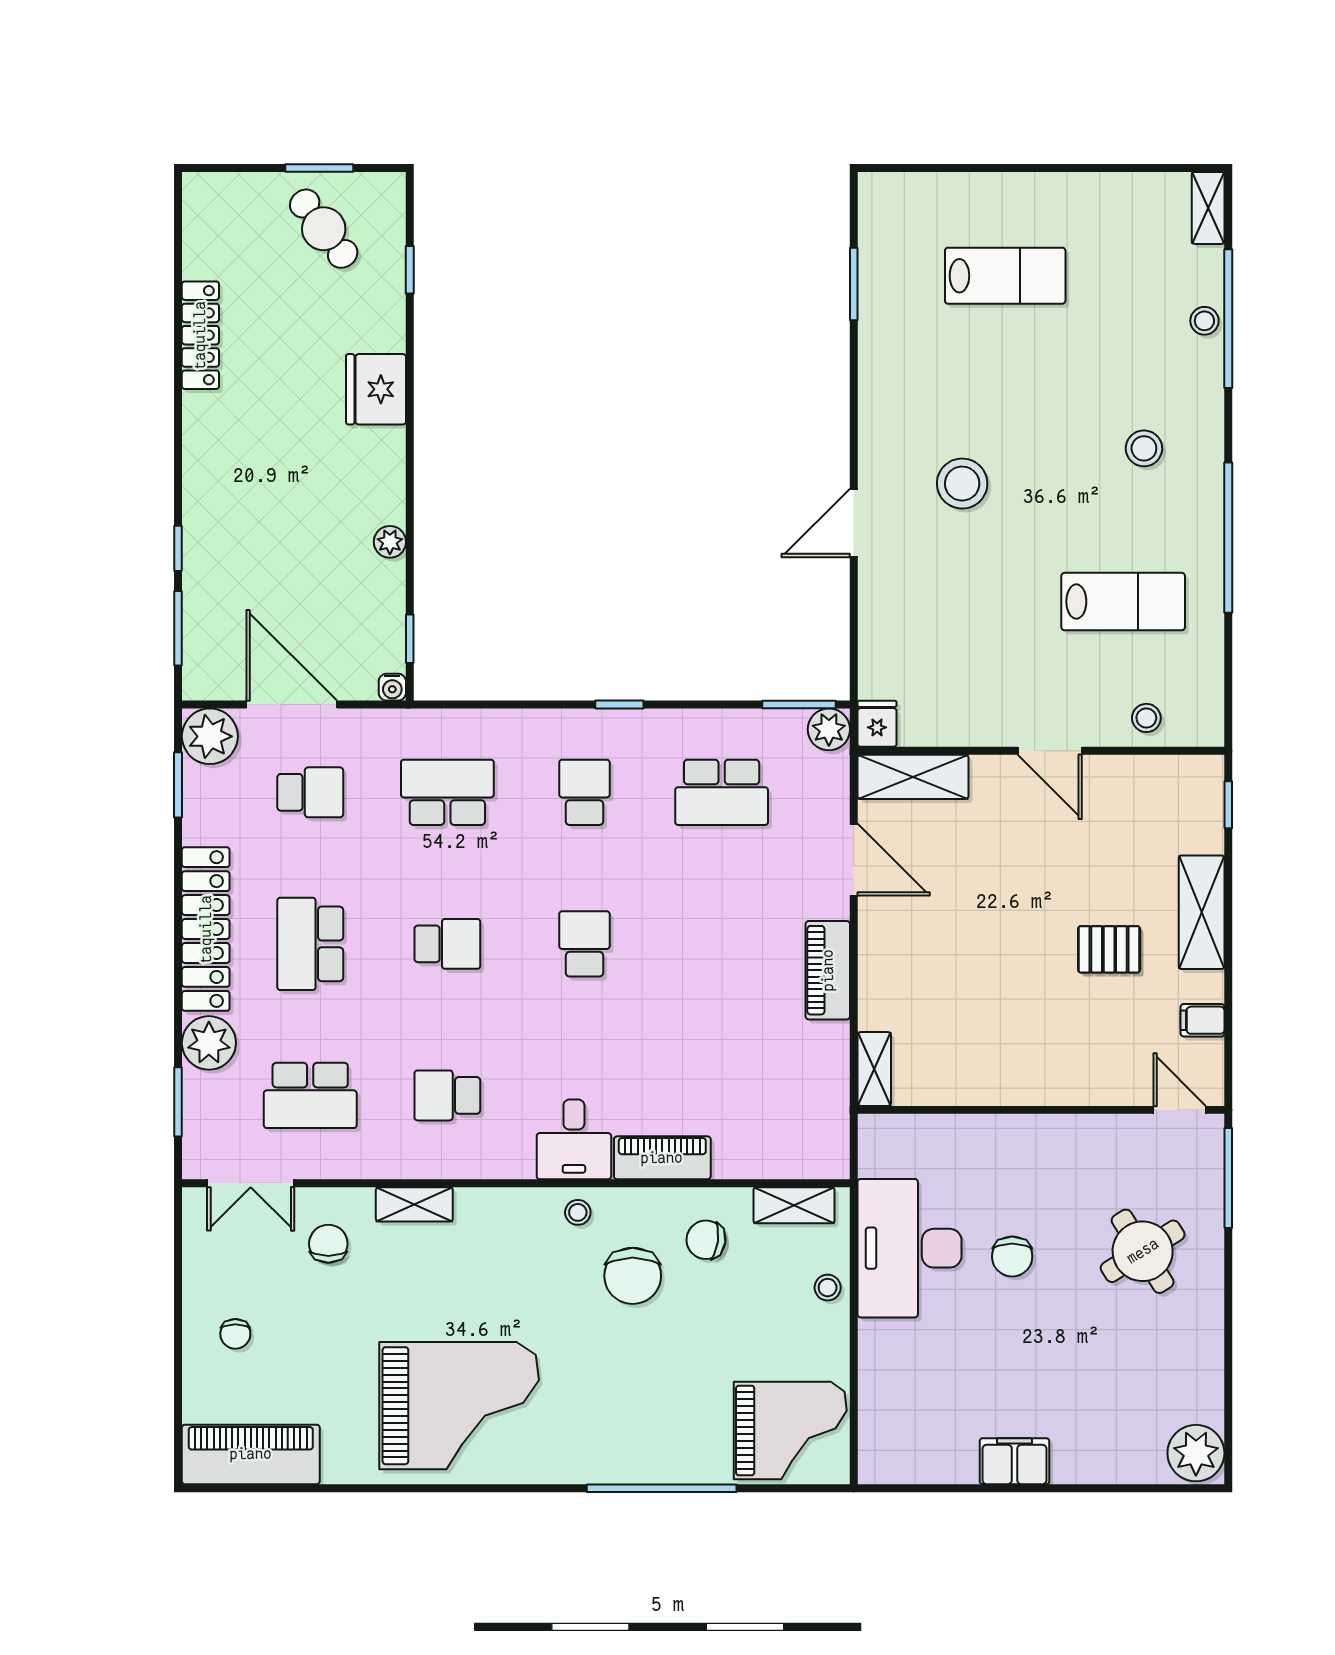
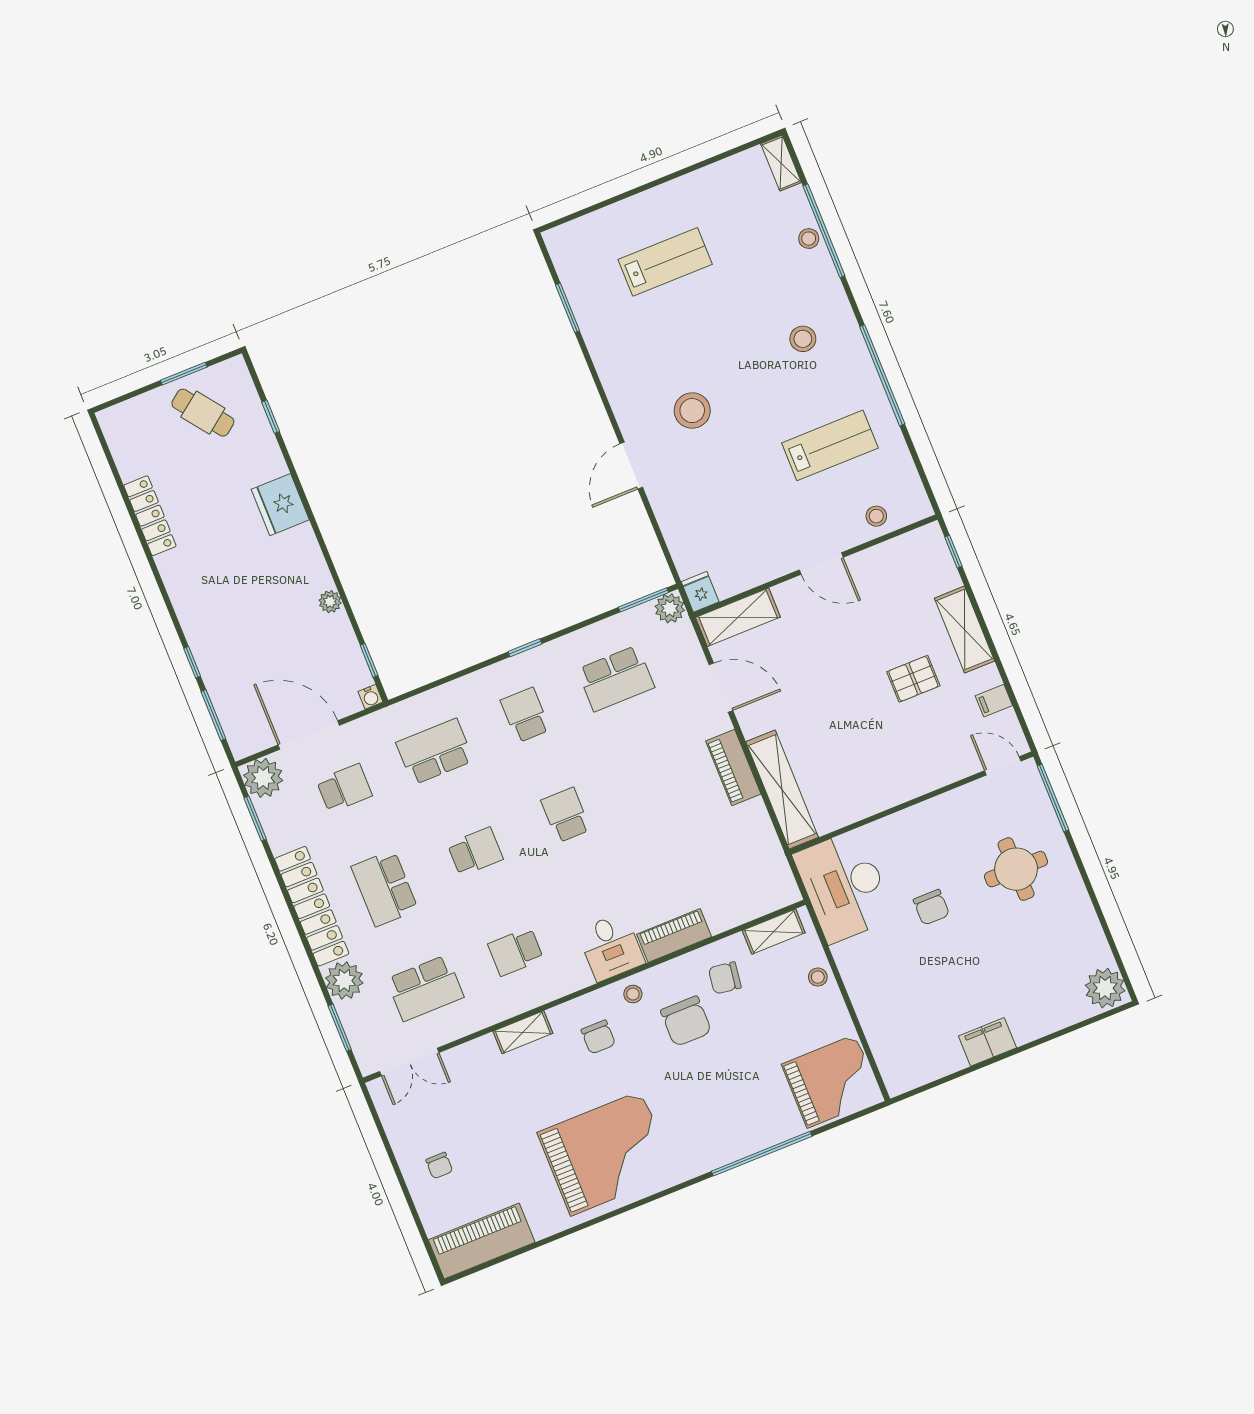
shelving: (874, 1069) -> (782, 790), width x2.20, depth x1.33
chair: (328, 1244) -> (598, 1037), moved, turned 180
desk: (909, 1248) -> (844, 886), moved
round table: (1143, 1251) -> (1016, 869), turned 32

